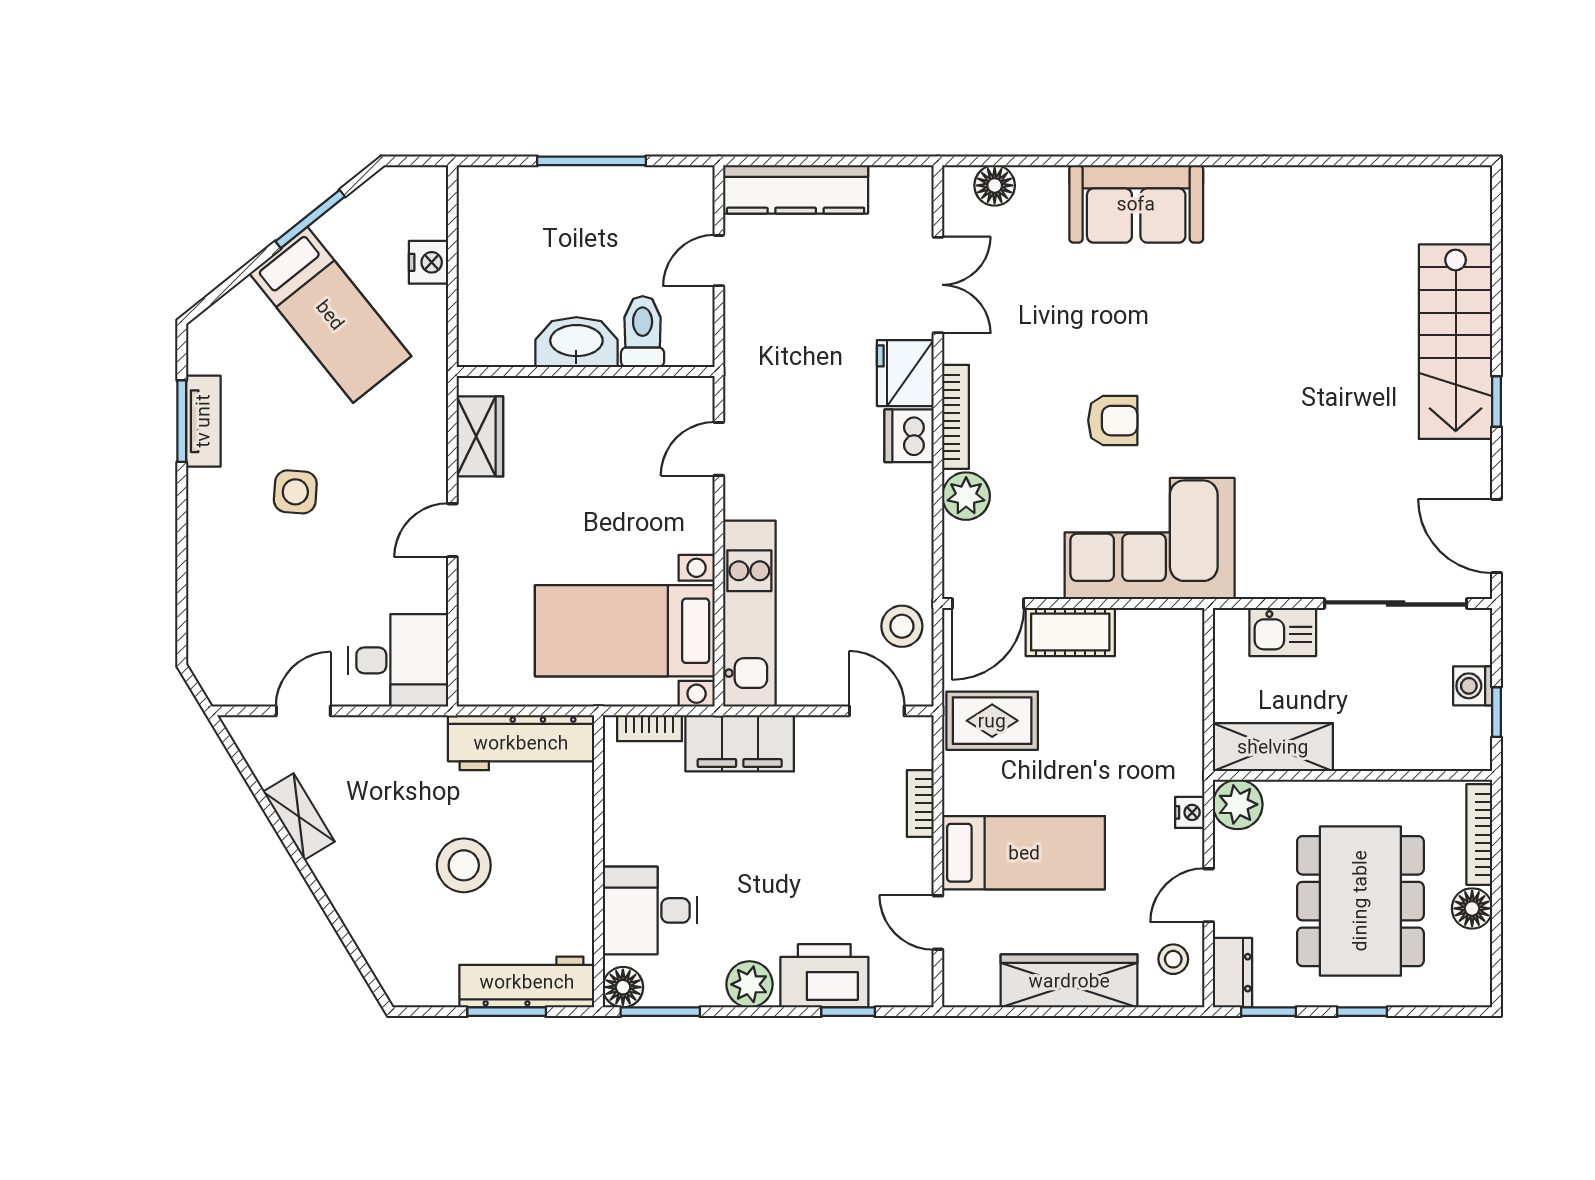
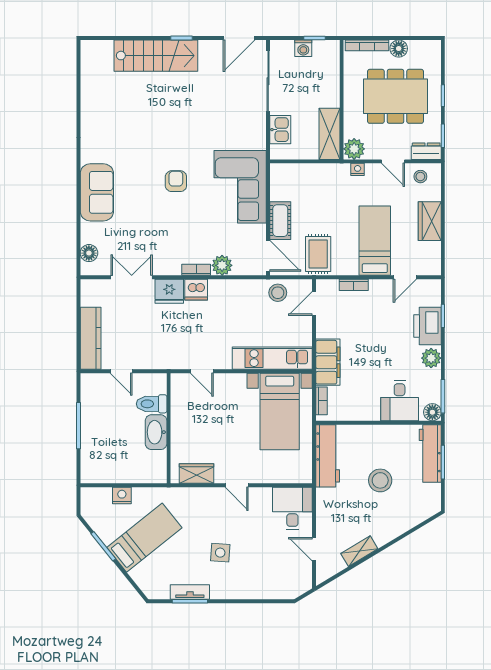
bookcase: (956, 417) -> (196, 270), width x0.64
armchair: (1113, 421) -> (176, 181), moved
wardrobe: (1069, 981) -> (430, 221), width x0.67

